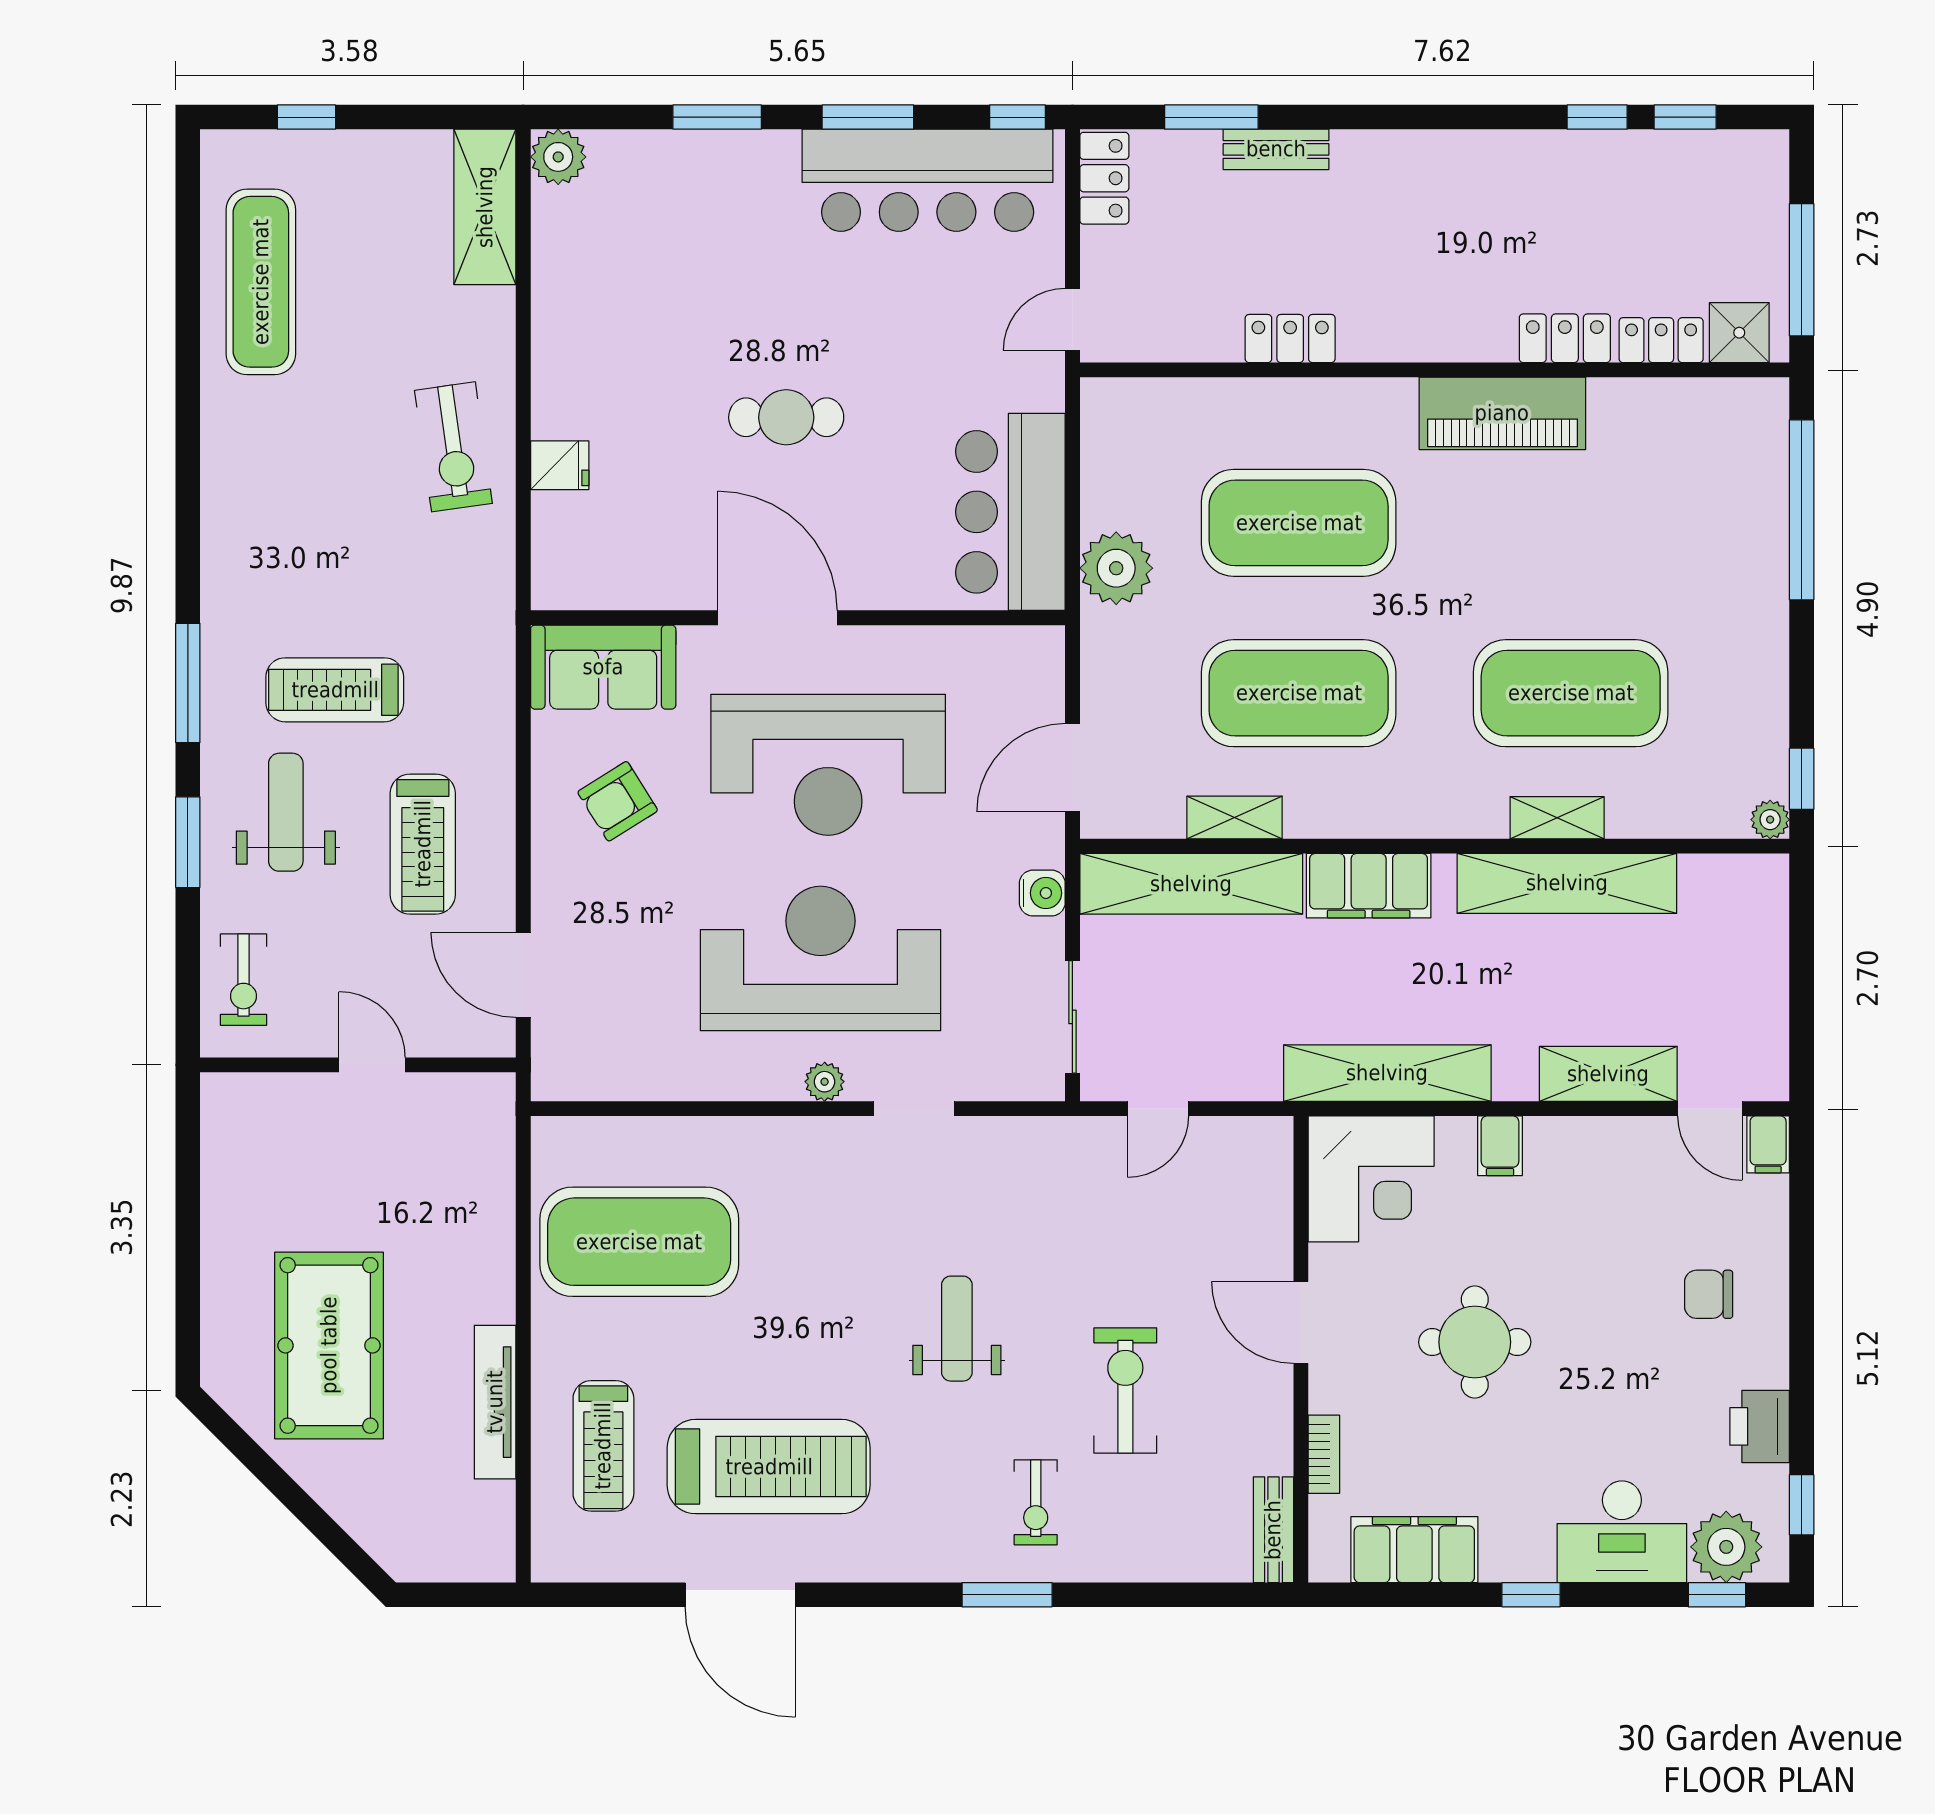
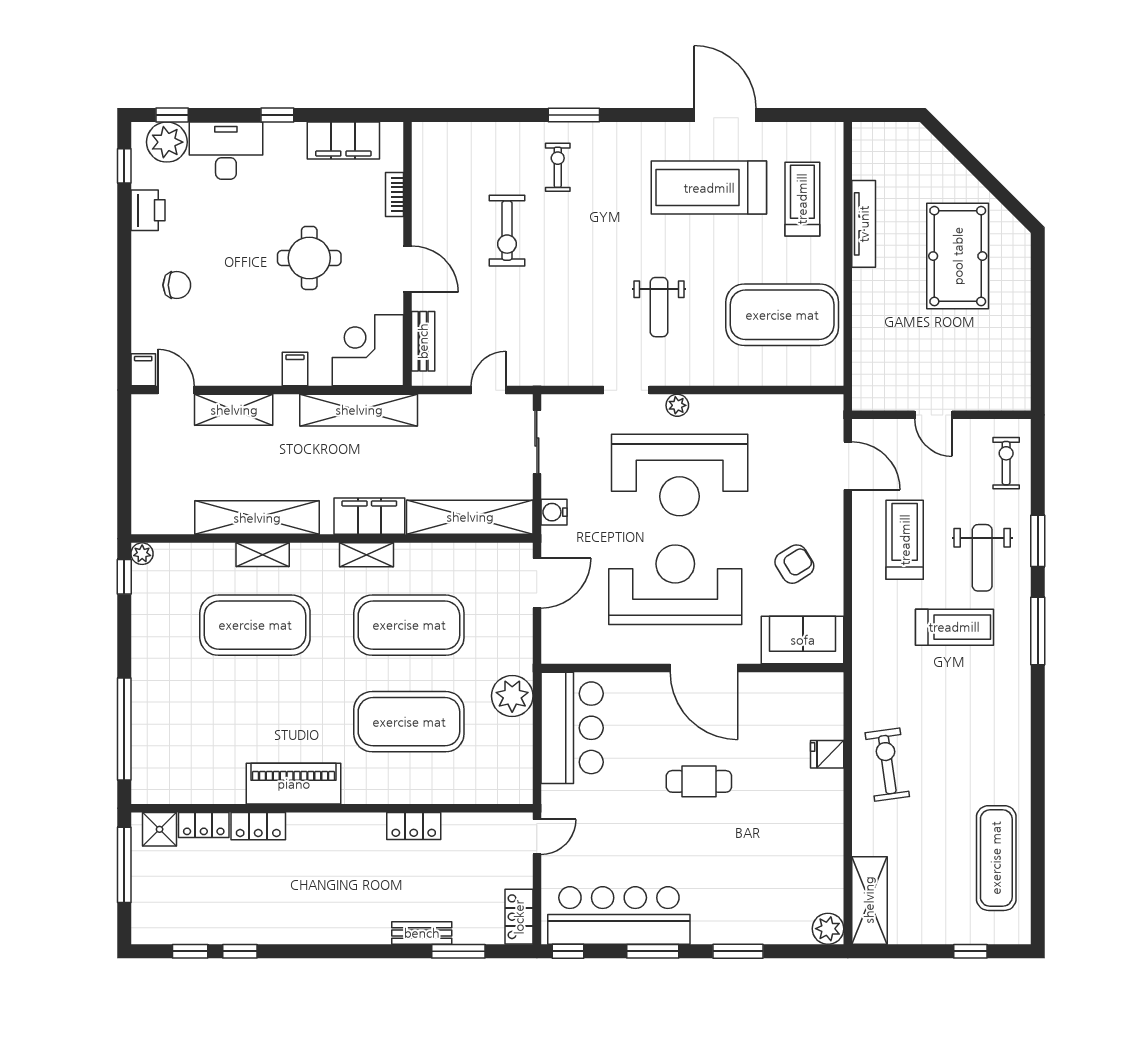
shelving: (1235, 818) -> (367, 555), moved
weight bench: (957, 1329) -> (659, 307), moved
bench: (1273, 1530) -> (423, 341), moved

